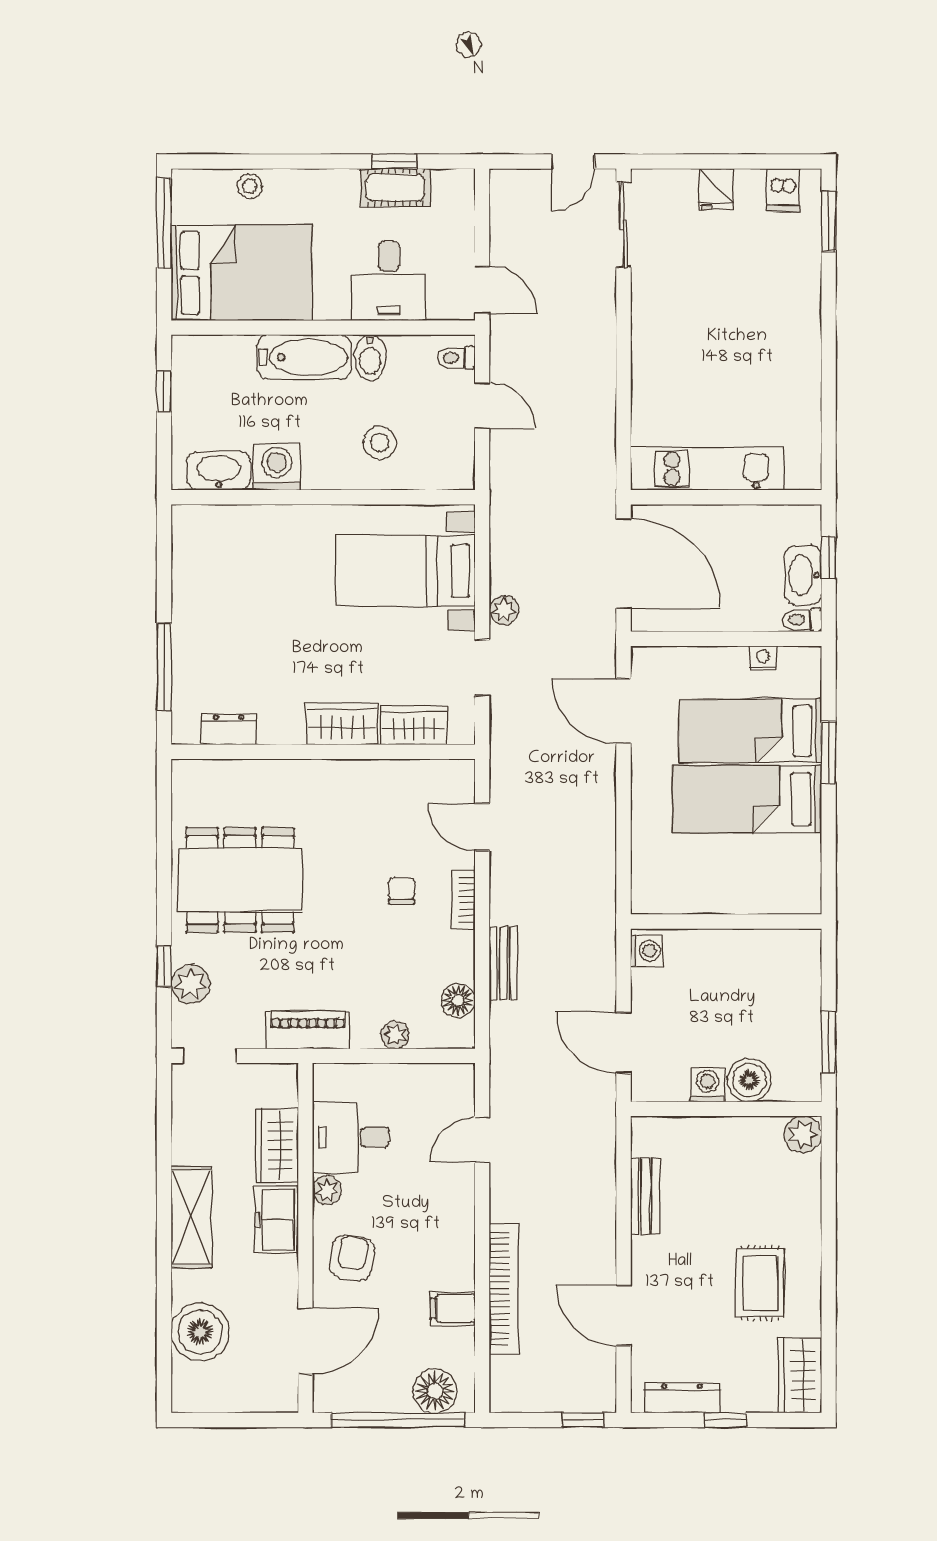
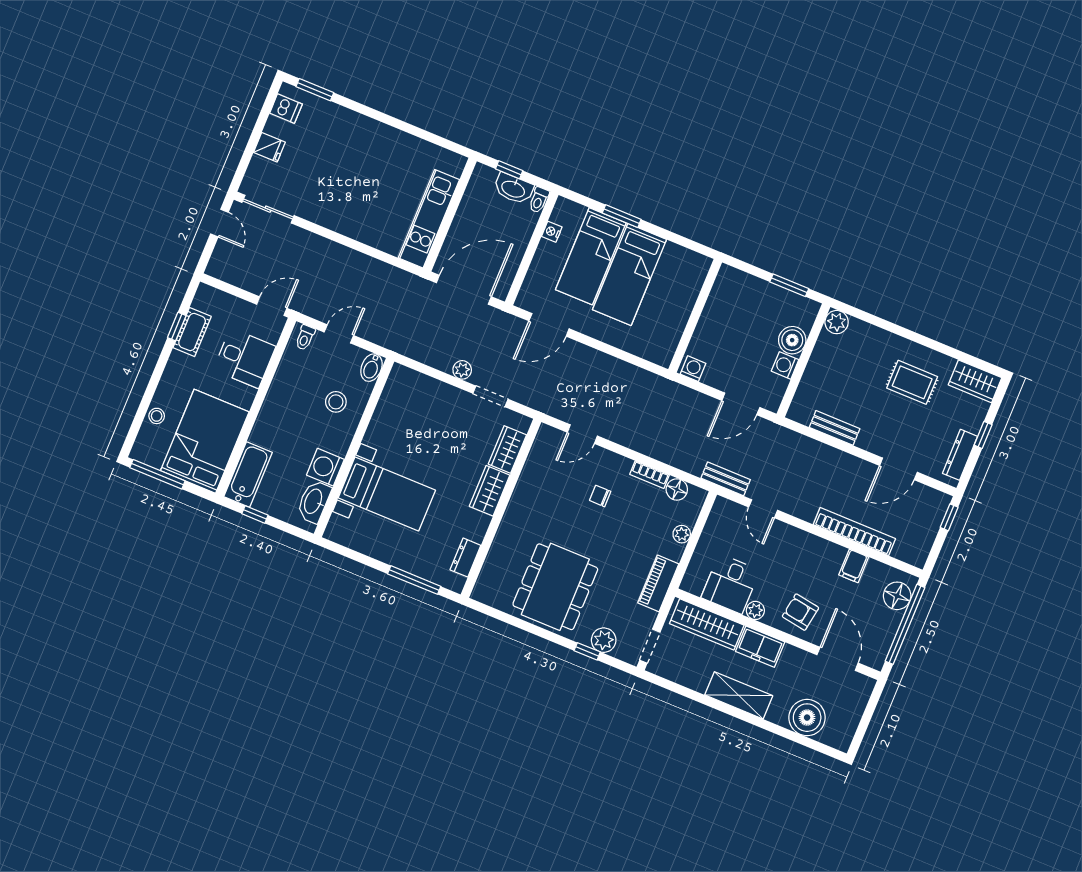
bathtub: (304, 357) -> (248, 475), moved
bidet: (370, 358) -> (371, 368), moved, turned 90
bed with nightstands: (405, 571) -> (387, 494), moved, turned -90
bookcase: (463, 900) -> (649, 475), moved
bench: (503, 963) -> (726, 479), moved
wardrobe: (277, 1145) -> (707, 624), width x1.50

